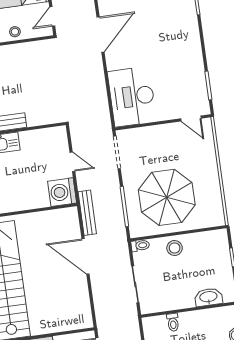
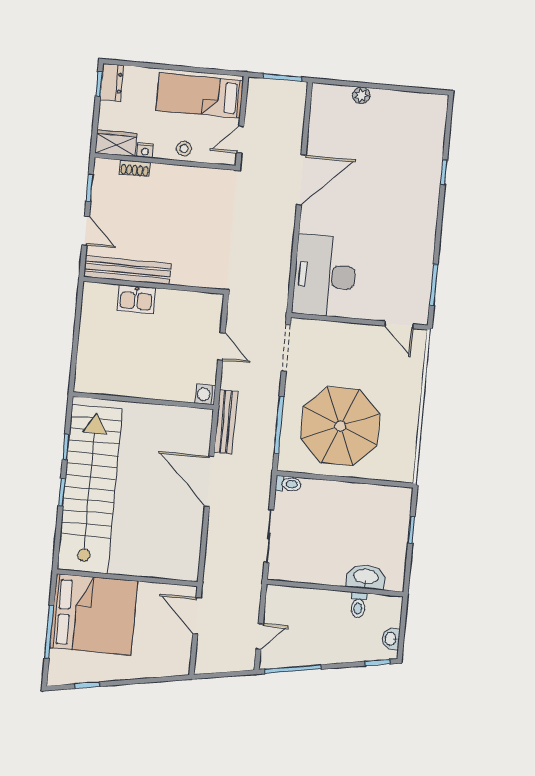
washing machine: (62, 192) -> (205, 394), width x0.53, depth x0.53
stool: (175, 248) -> (335, 498), removed
toilet: (173, 322) -> (358, 605), moved

